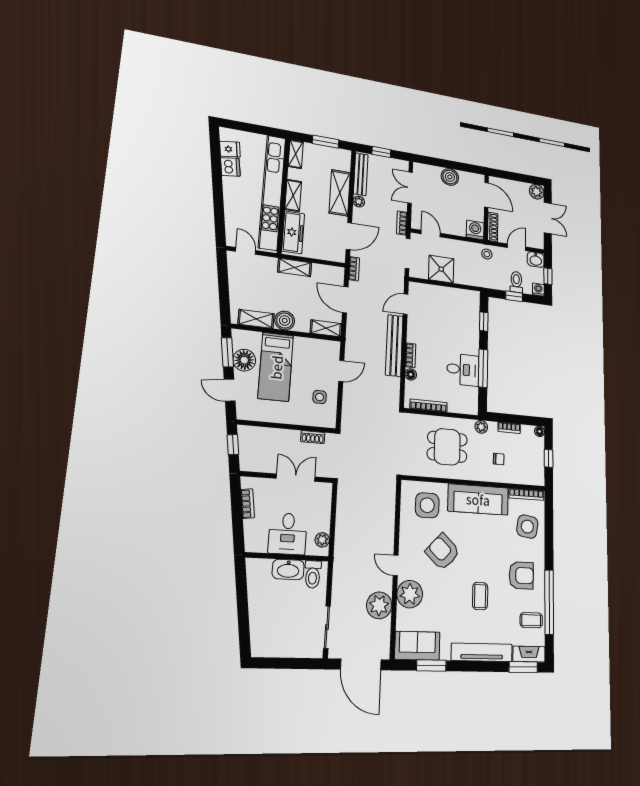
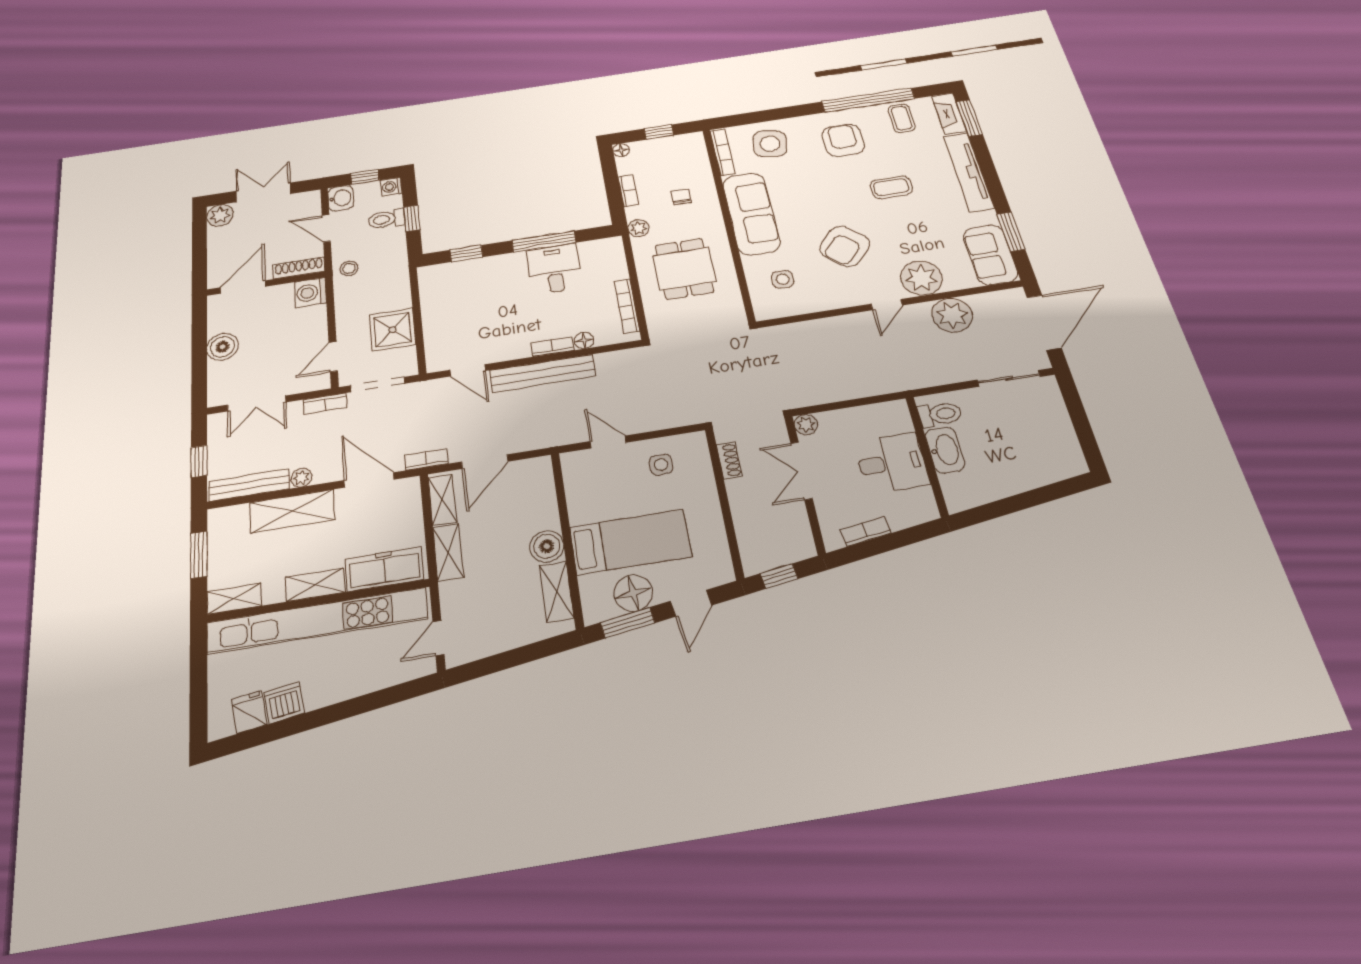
shelving: (326, 328) -> (442, 500), moved
side table: (427, 505) -> (783, 279), width x0.54, depth x0.54
plant: (322, 540) -> (806, 425), moved

